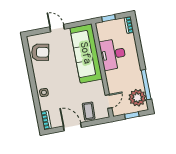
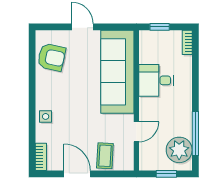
desk: (113, 54) -> (156, 80), width x0.73
door: (108, 101) -> (136, 132), moved

